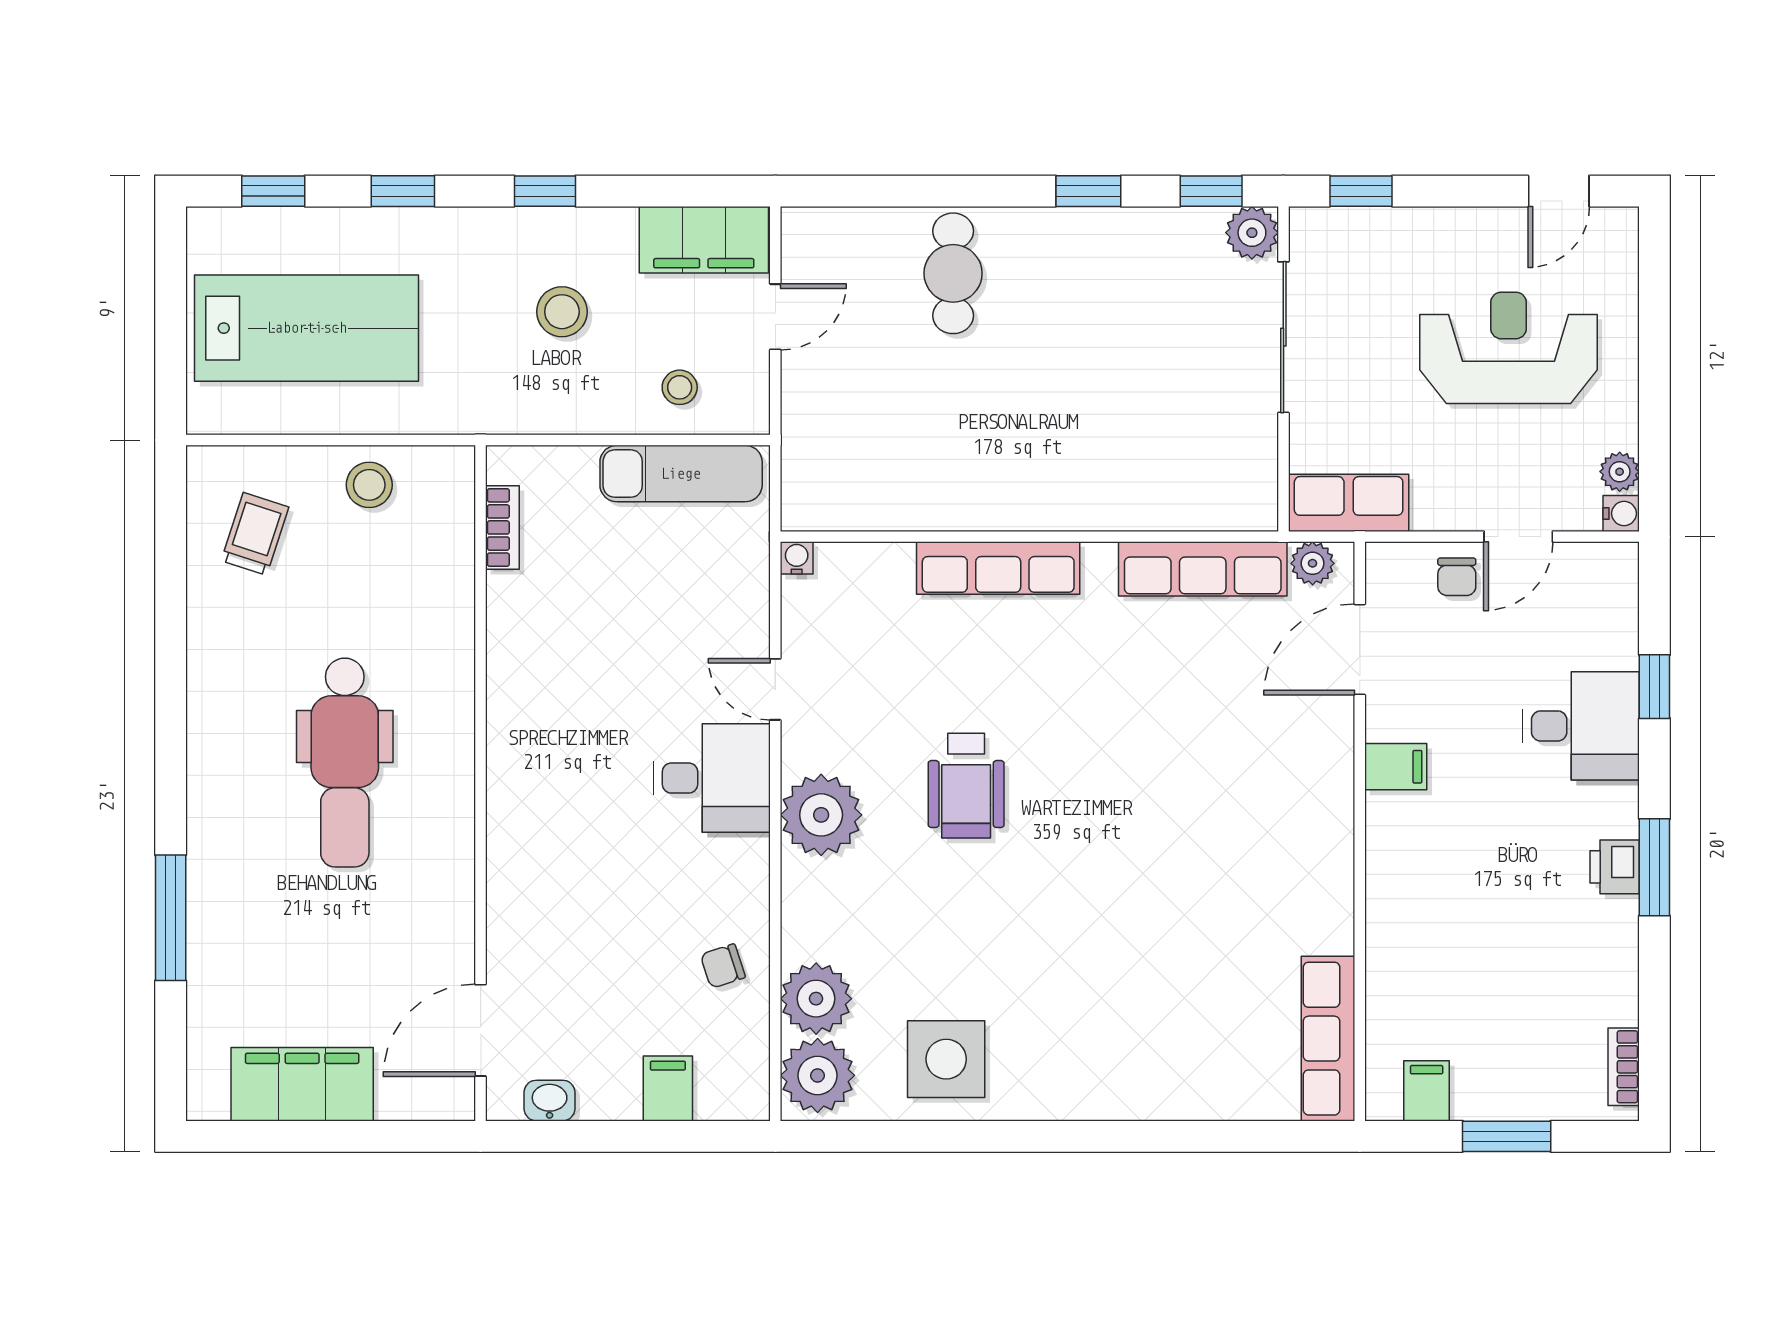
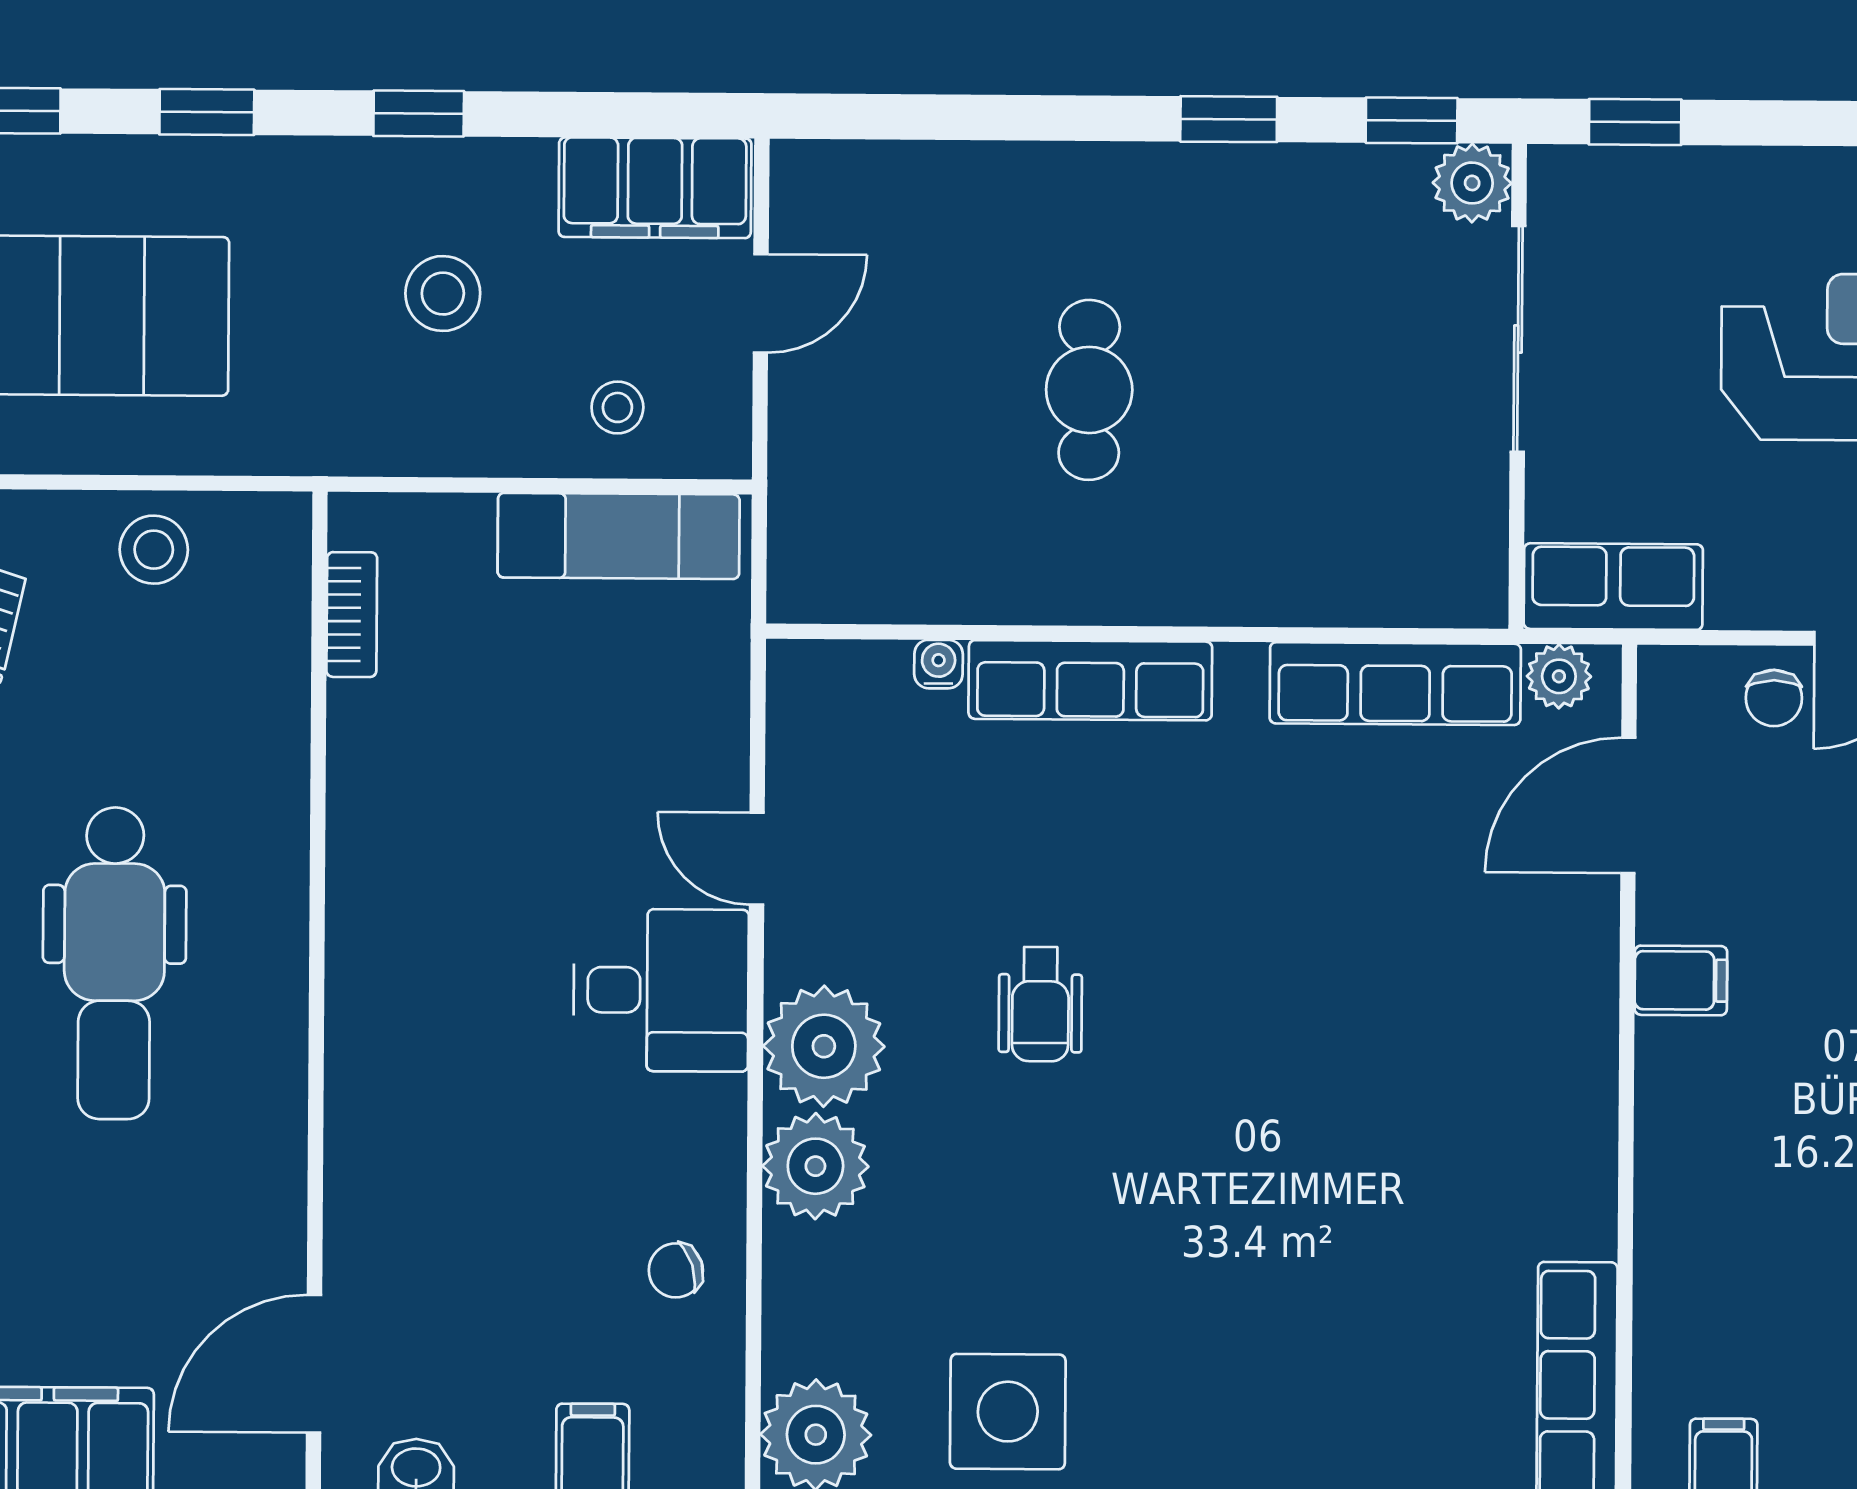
cafe table: (953, 273) -> (1089, 390), moved
water cooler: (797, 558) -> (939, 664), moved
wheelchair: (966, 786) -> (1040, 1004), width x0.73, depth x0.73
plant: (816, 999) -> (815, 1166), moved

